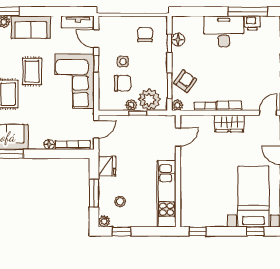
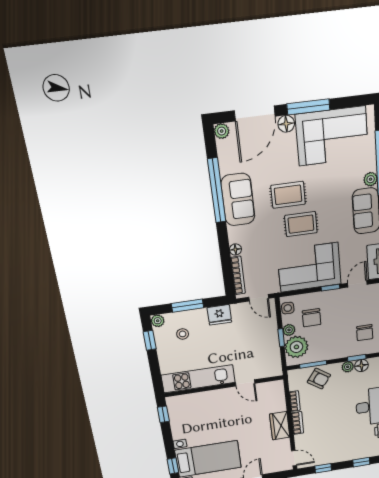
chair: (145, 35) -> (365, 333), turned 90
side table: (123, 62) -> (288, 308), moved
rug: (32, 71) -> (301, 224), moved
plant: (177, 105) -> (348, 367), moved
door: (178, 137) -> (245, 383), moved

